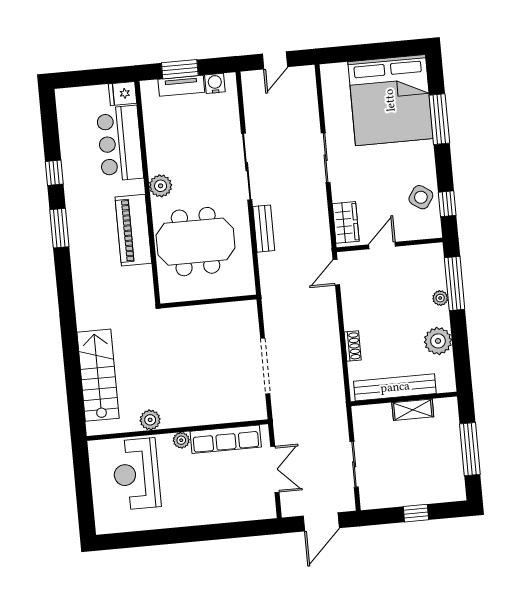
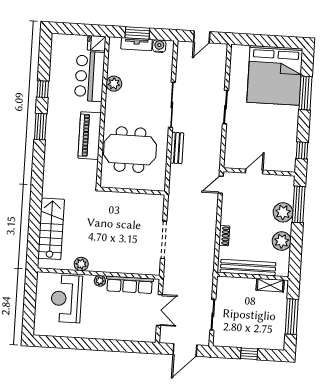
plant: (161, 186) -> (114, 84), moved
side table: (421, 197) -> (285, 143), removed
wardrobe: (346, 222) -> (232, 152), removed
plant: (440, 298) -> (283, 212), width x1.87, depth x1.87
shelving: (413, 410) -> (270, 285), moved

